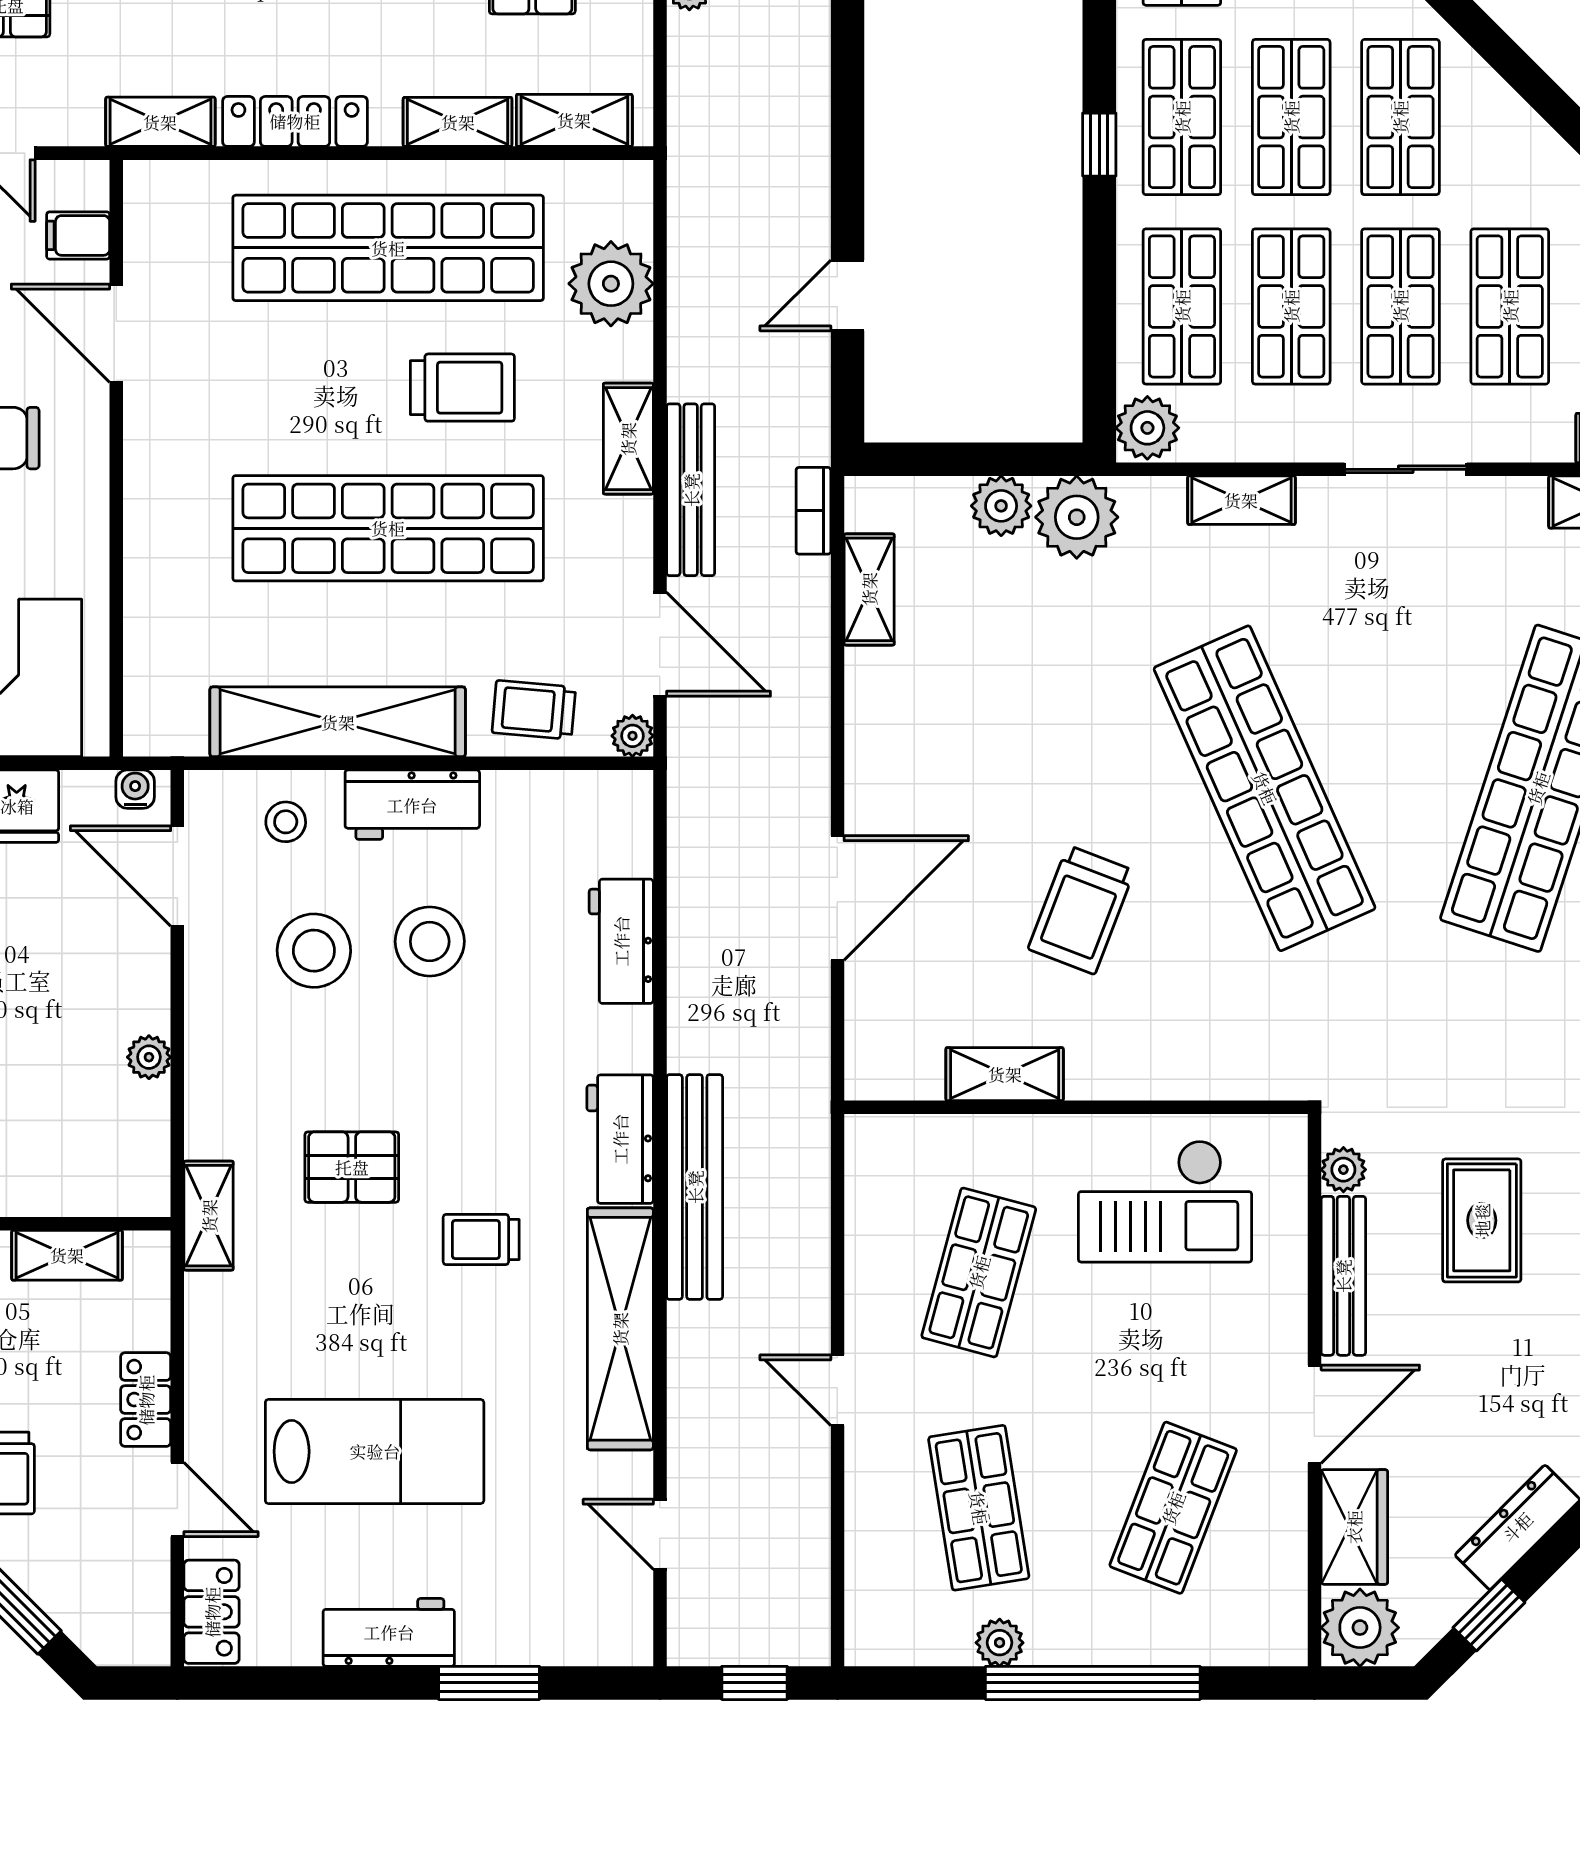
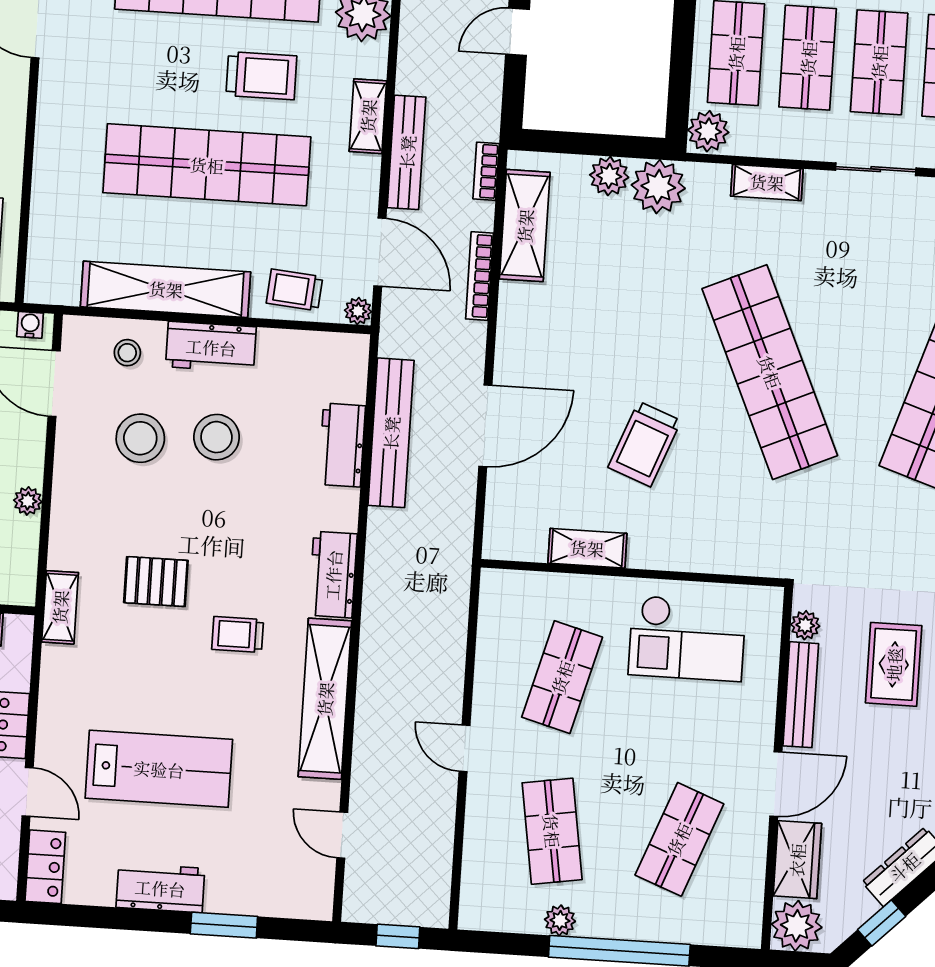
shelving: (869, 589) -> (525, 226), width x1.50, depth x1.33
bookcase: (814, 671) -> (479, 276), added
bench: (695, 1187) -> (391, 433), moved

